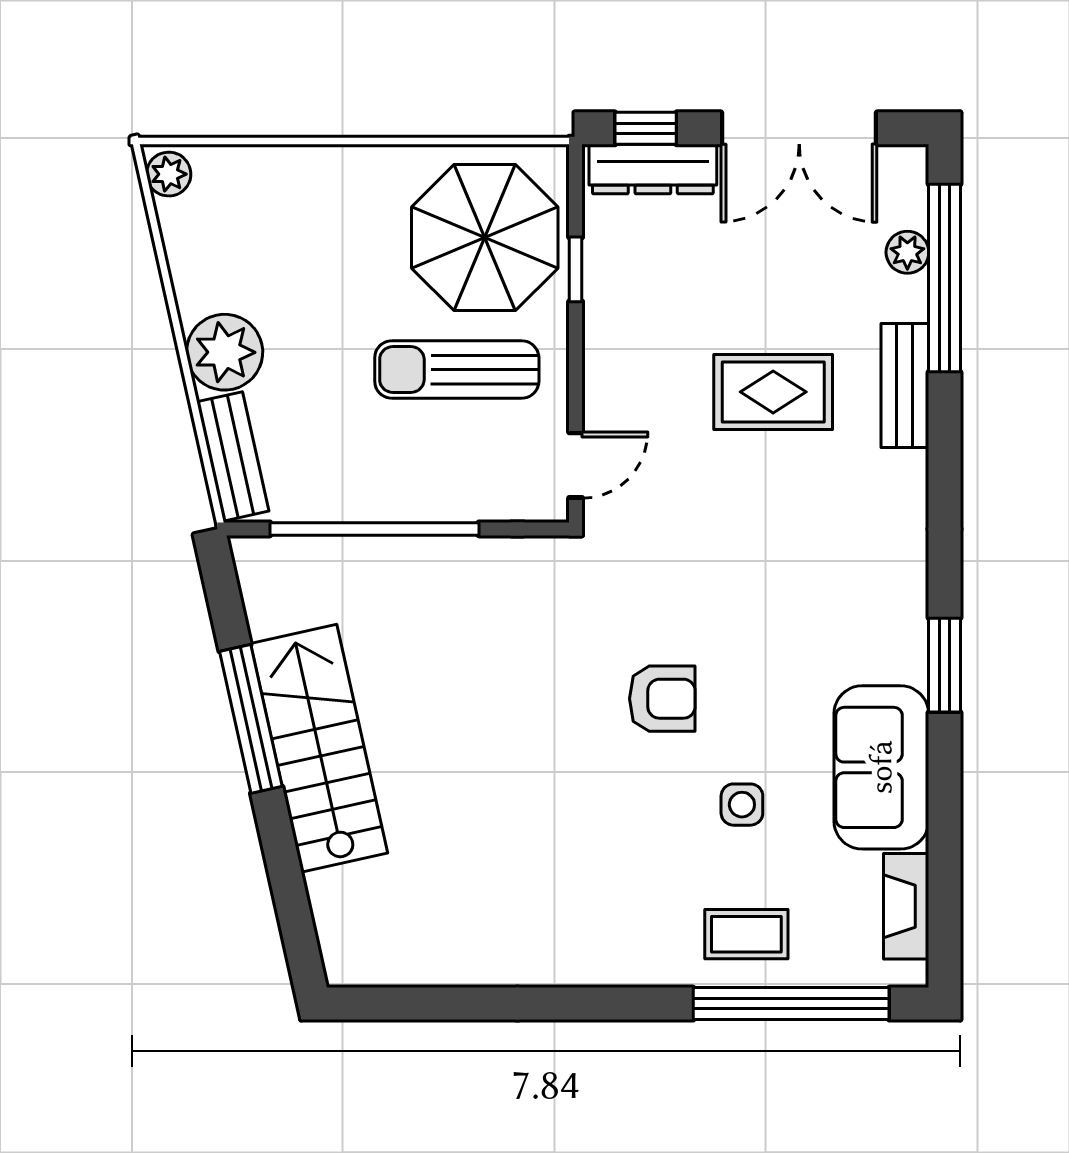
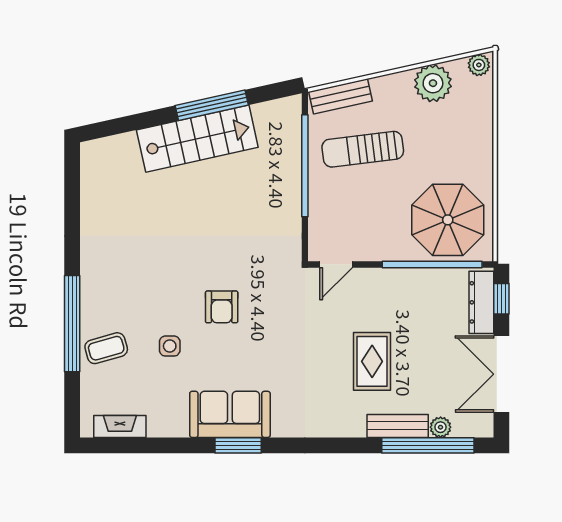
window: (576, 269) -> (432, 264), width x3.17
plant: (225, 352) -> (433, 83), moved
sun lounger: (457, 370) -> (363, 149), moved, turned -97
bench: (905, 386) -> (398, 426), moved
door: (576, 465) -> (336, 264), hinge flipped
sofa: (881, 767) -> (230, 414), moved
coffee table: (746, 934) -> (106, 348), turned 74
window: (791, 1004) -> (72, 324), moved

